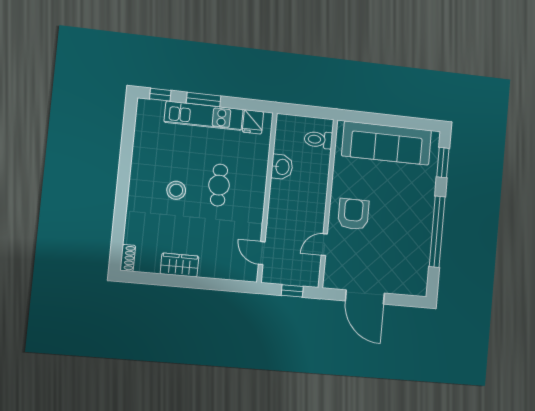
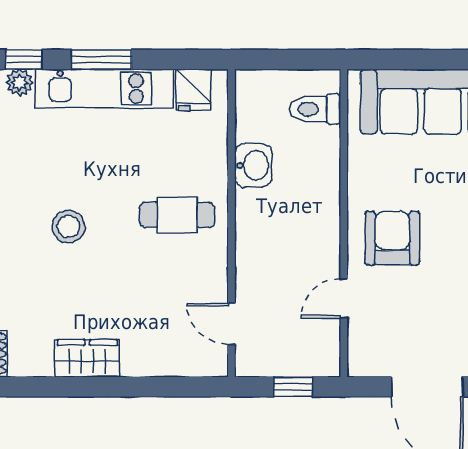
plant: (156, 107) -> (19, 83), added
cafe table: (219, 185) -> (177, 215), moved, turned 90

